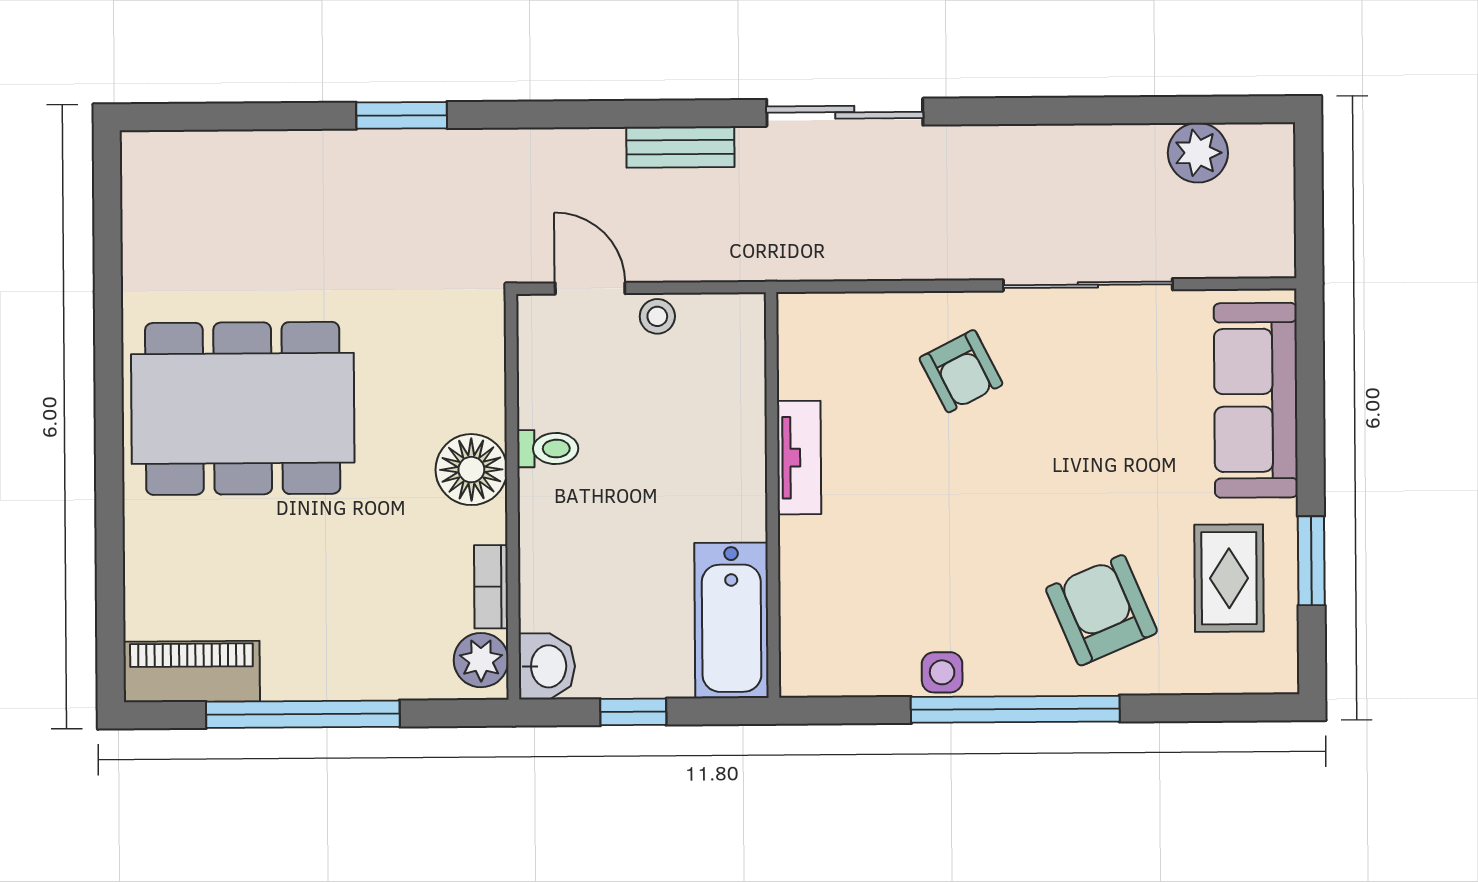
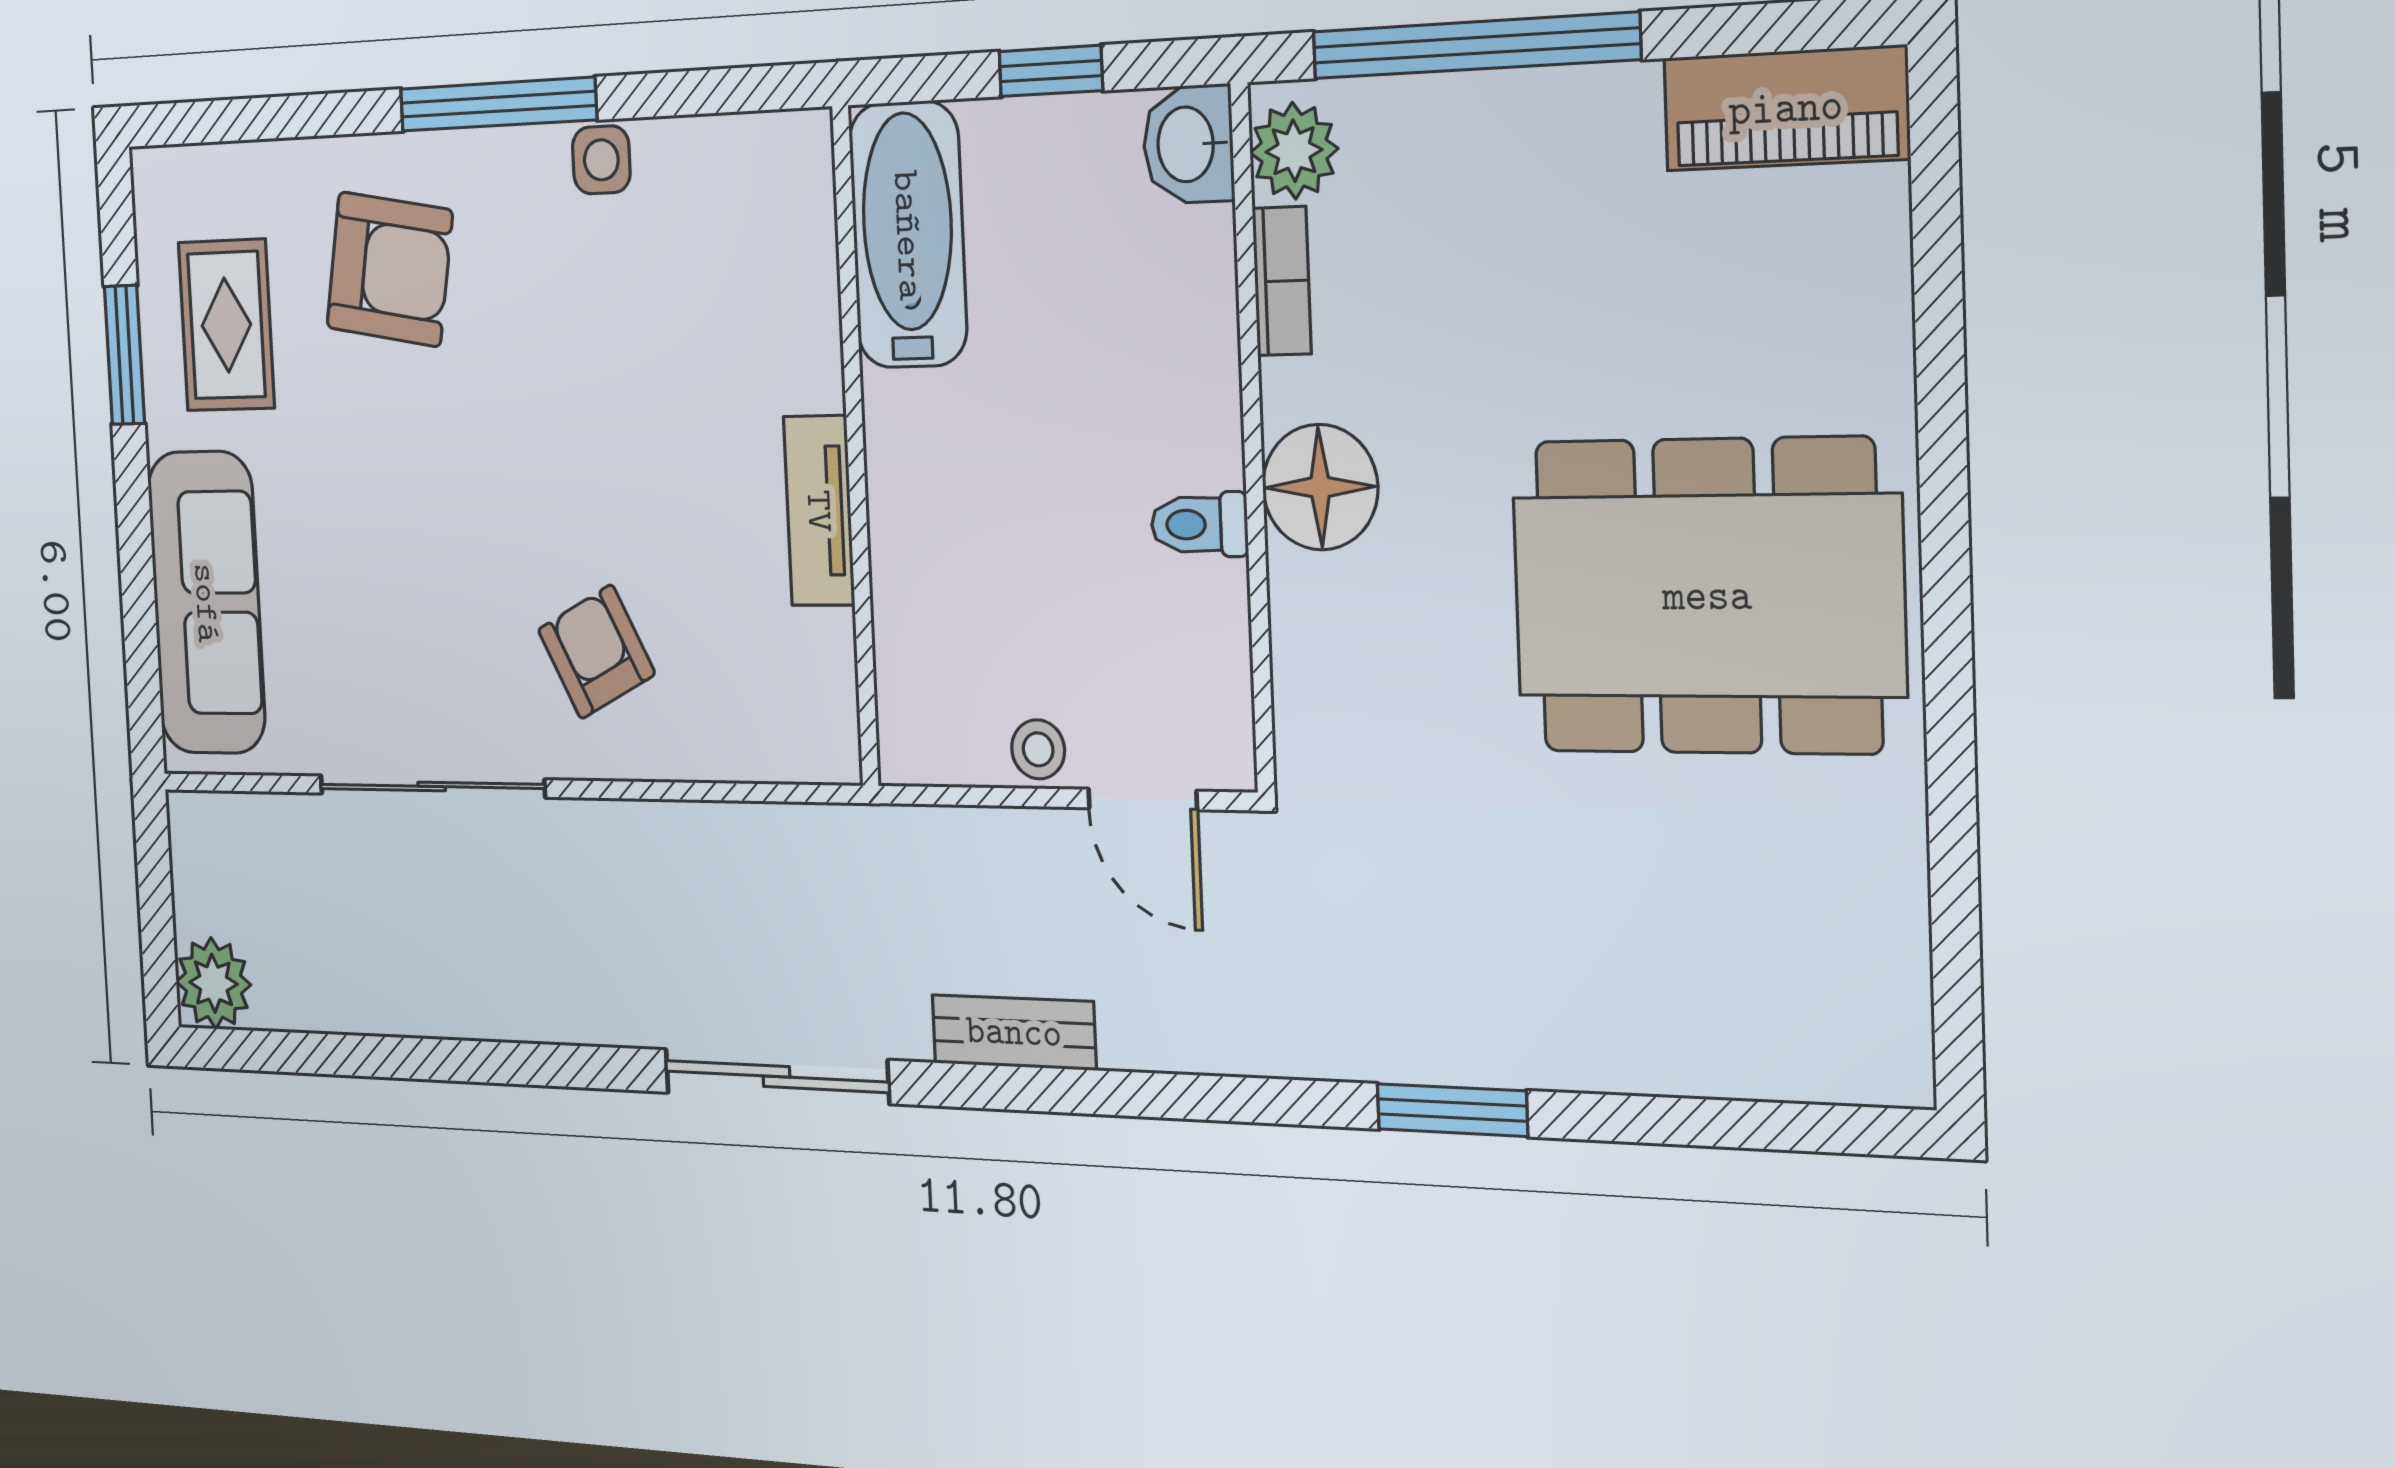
plant: (1198, 153) -> (213, 983), moved
armchair: (1101, 610) -> (390, 269), turned -57
window: (1015, 709) -> (498, 104), width x0.68
window: (303, 714) -> (1475, 46), moved

